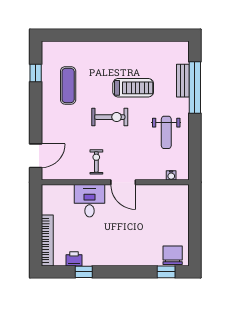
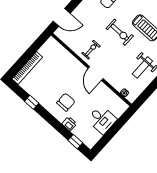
desk: (90, 201) -> (102, 120), moved, turned 90
chair: (173, 255) -> (66, 102), moved
printer: (74, 259) -> (69, 124), moved

